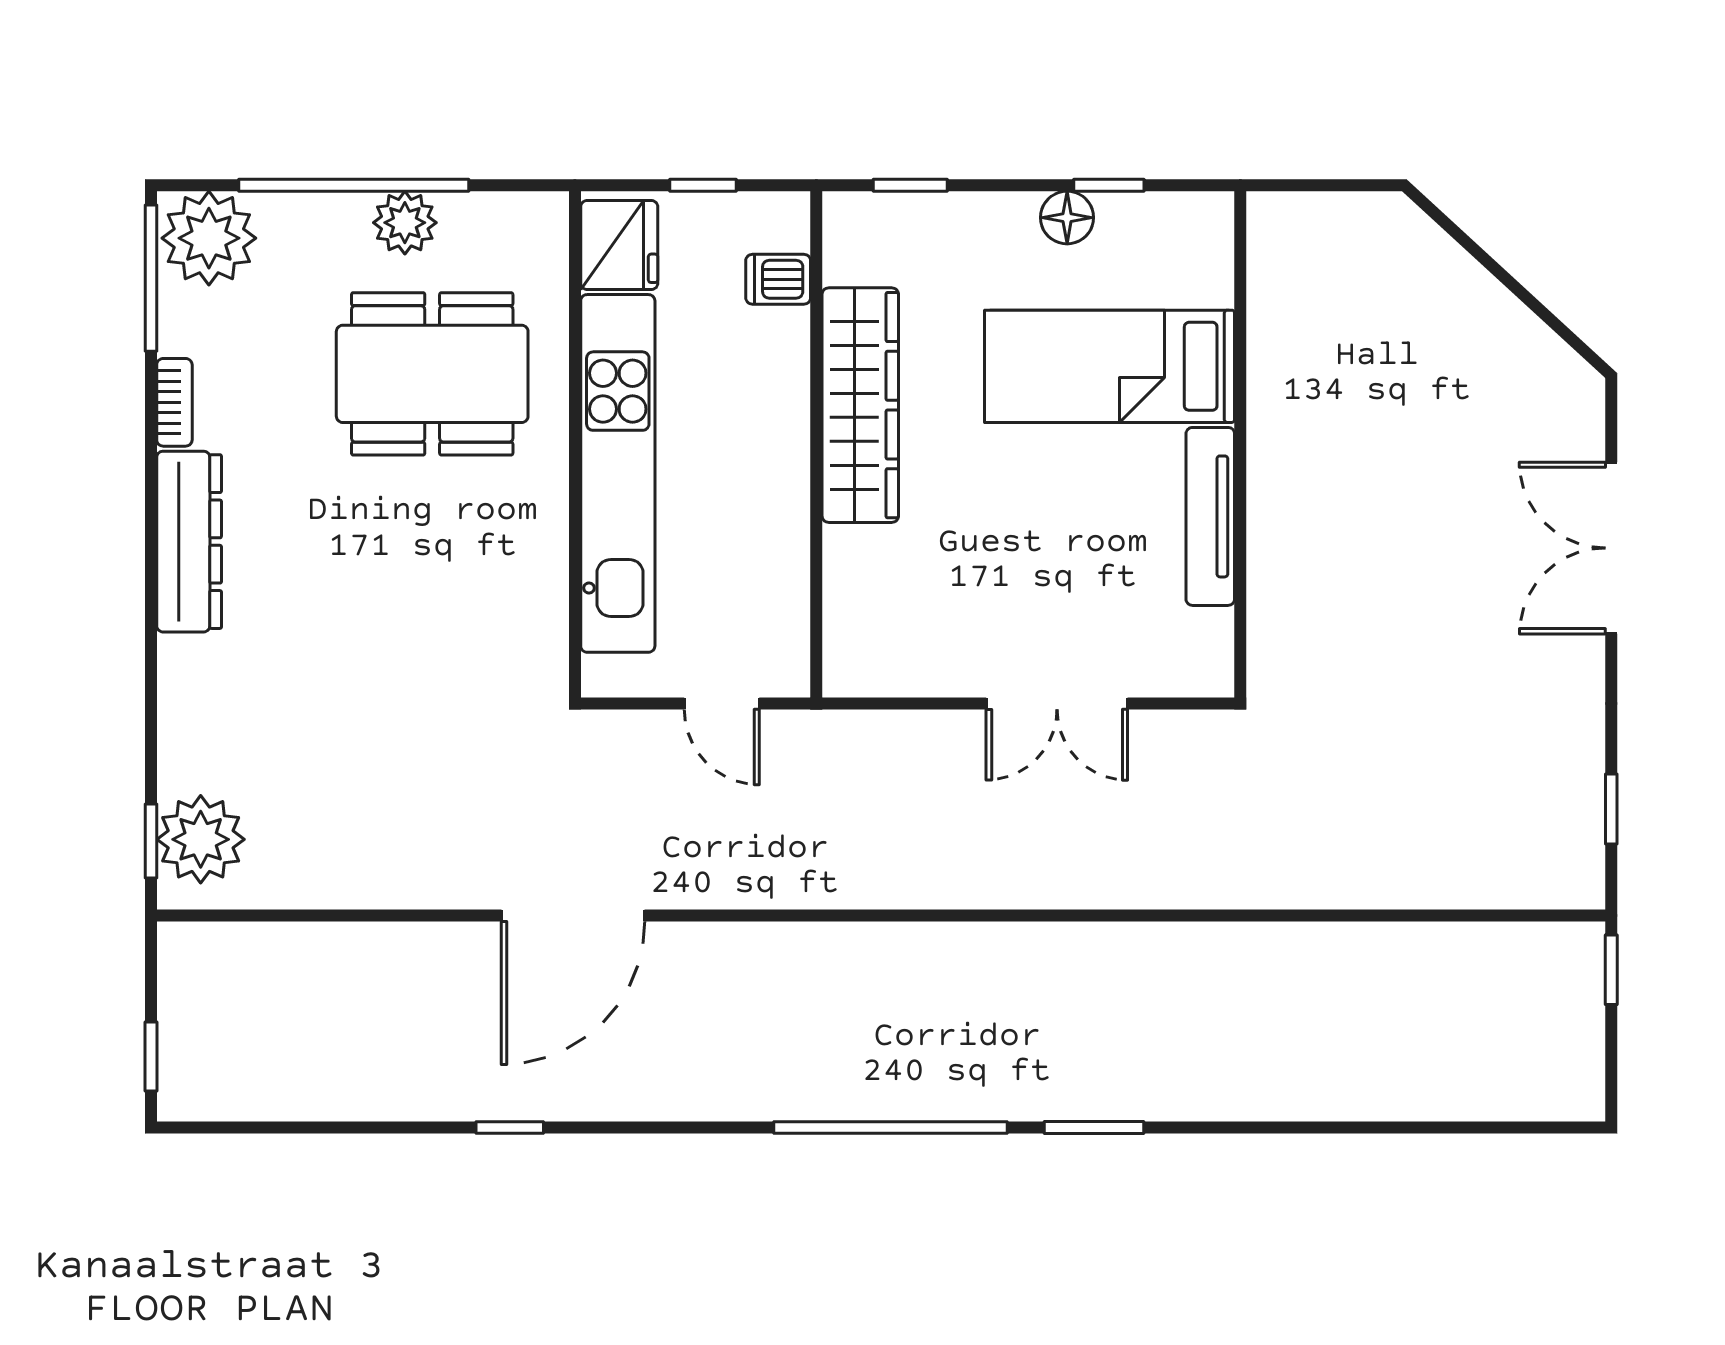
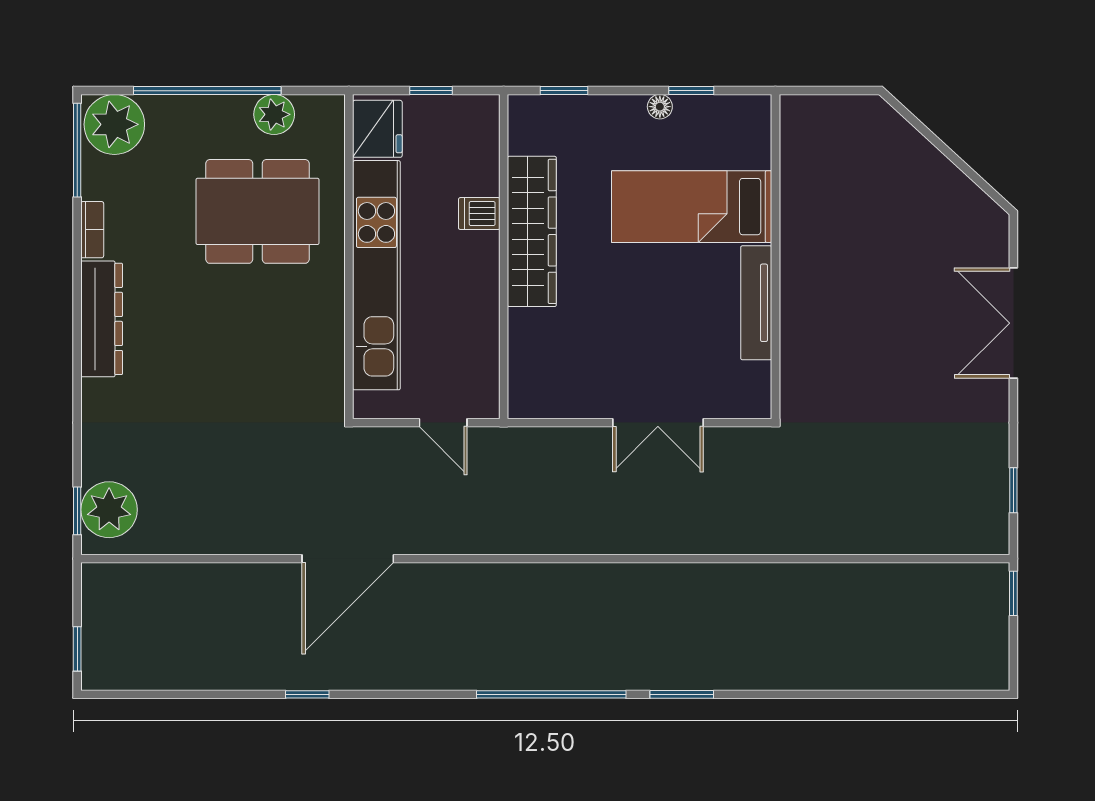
floor lamp: (1067, 218) -> (660, 107), width x0.73, depth x0.73
plant: (405, 223) -> (274, 114), moved
dishwasher: (778, 279) -> (479, 214), moved

